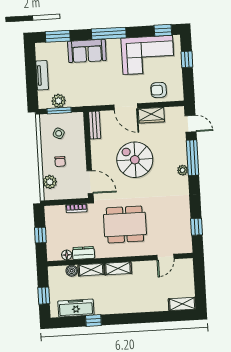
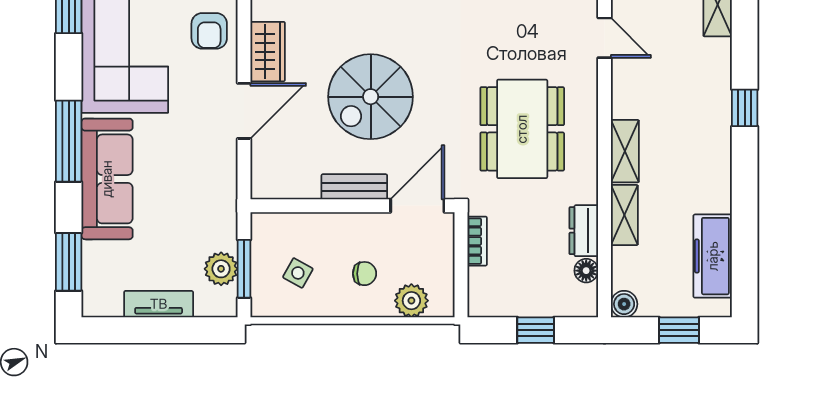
sofa: (87, 51) -> (107, 179), width x1.36
bench: (95, 125) -> (354, 187), moved
boiler: (72, 271) -> (624, 304), moved
window: (93, 321) -> (745, 108), moved

